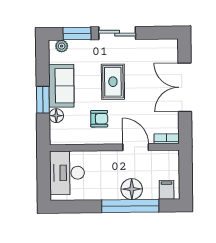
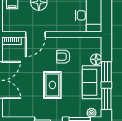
window: (42, 64) -> (106, 99), added
door: (136, 147) -> (35, 34), hinge flipped

